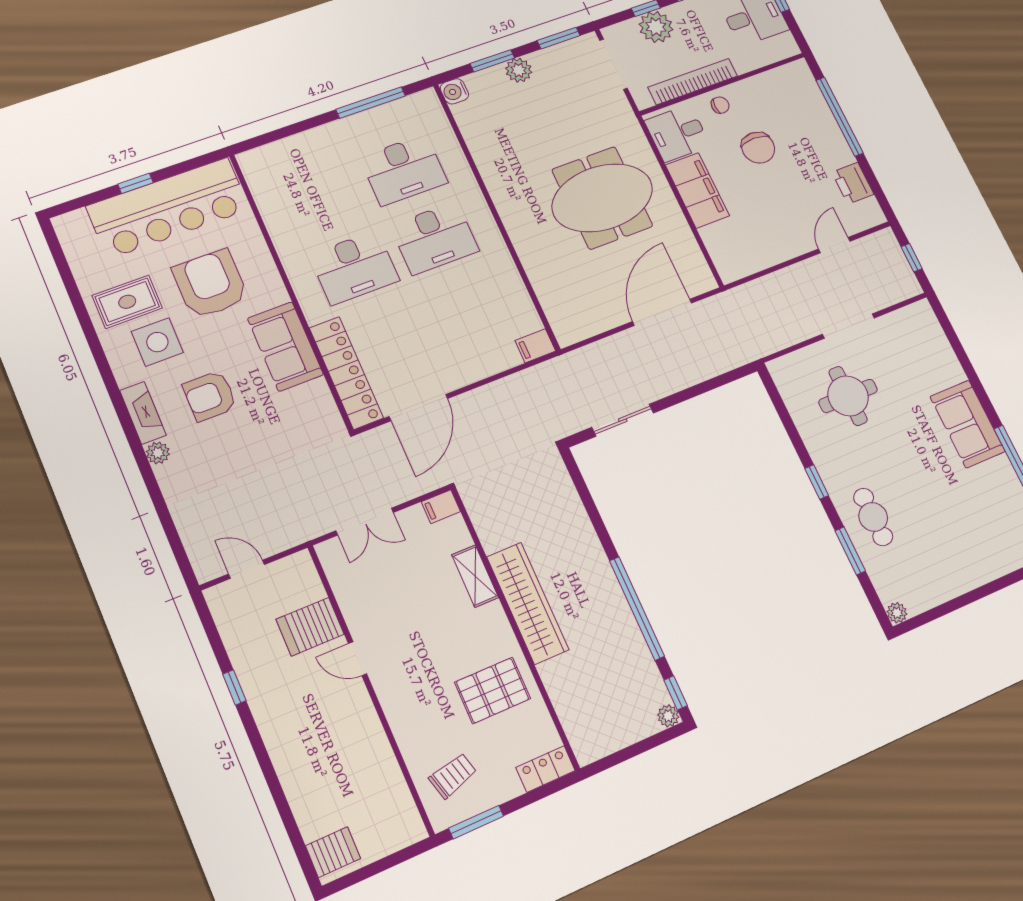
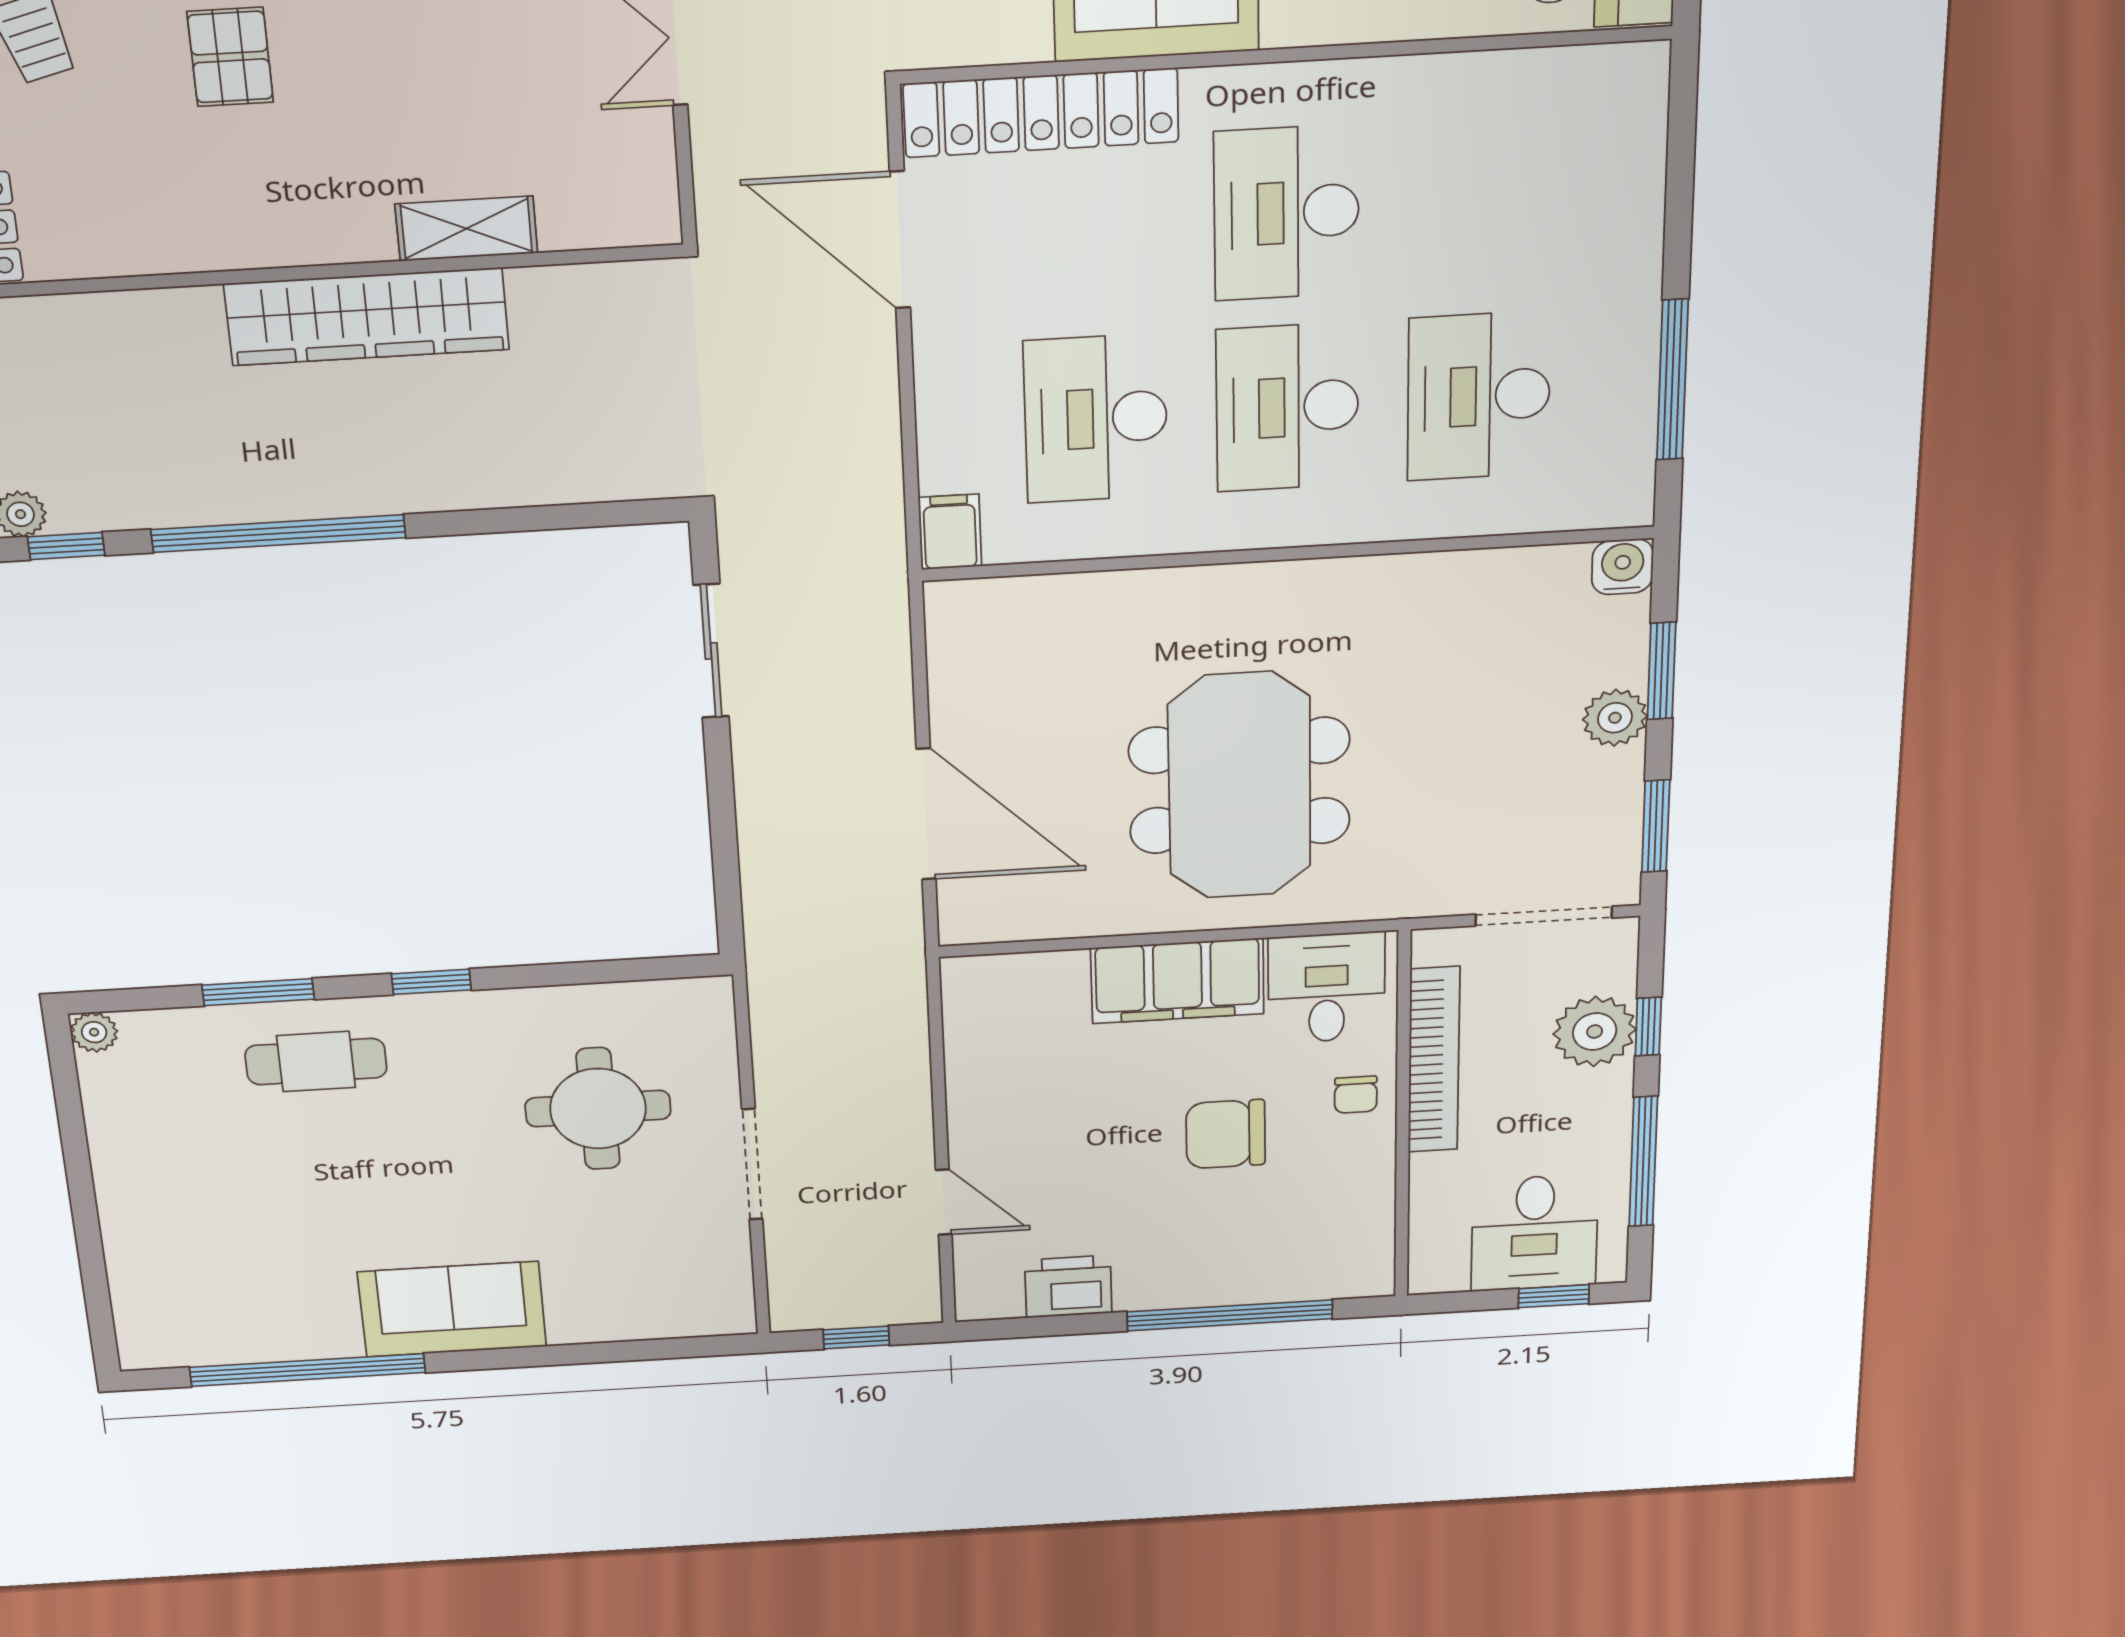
desk: (466, 308) -> (1096, 419), added
filing cabinet: (441, 507) -> (652, 210), removed
pallet: (493, 690) -> (230, 57), moved, width x0.67, depth x0.71

